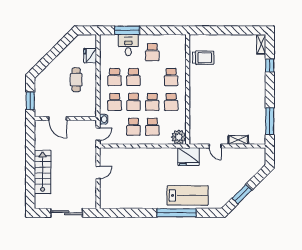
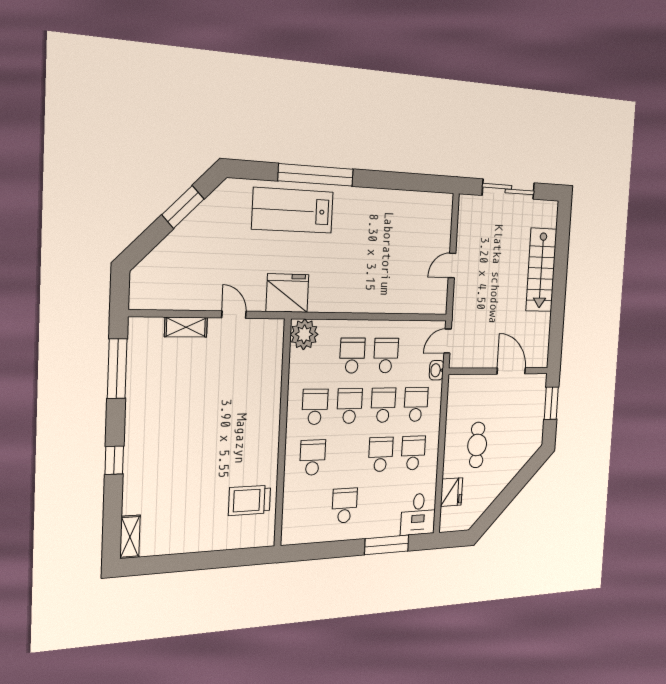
desk: (128, 45) -> (418, 514), moved
window: (270, 65) -> (114, 460), moved

